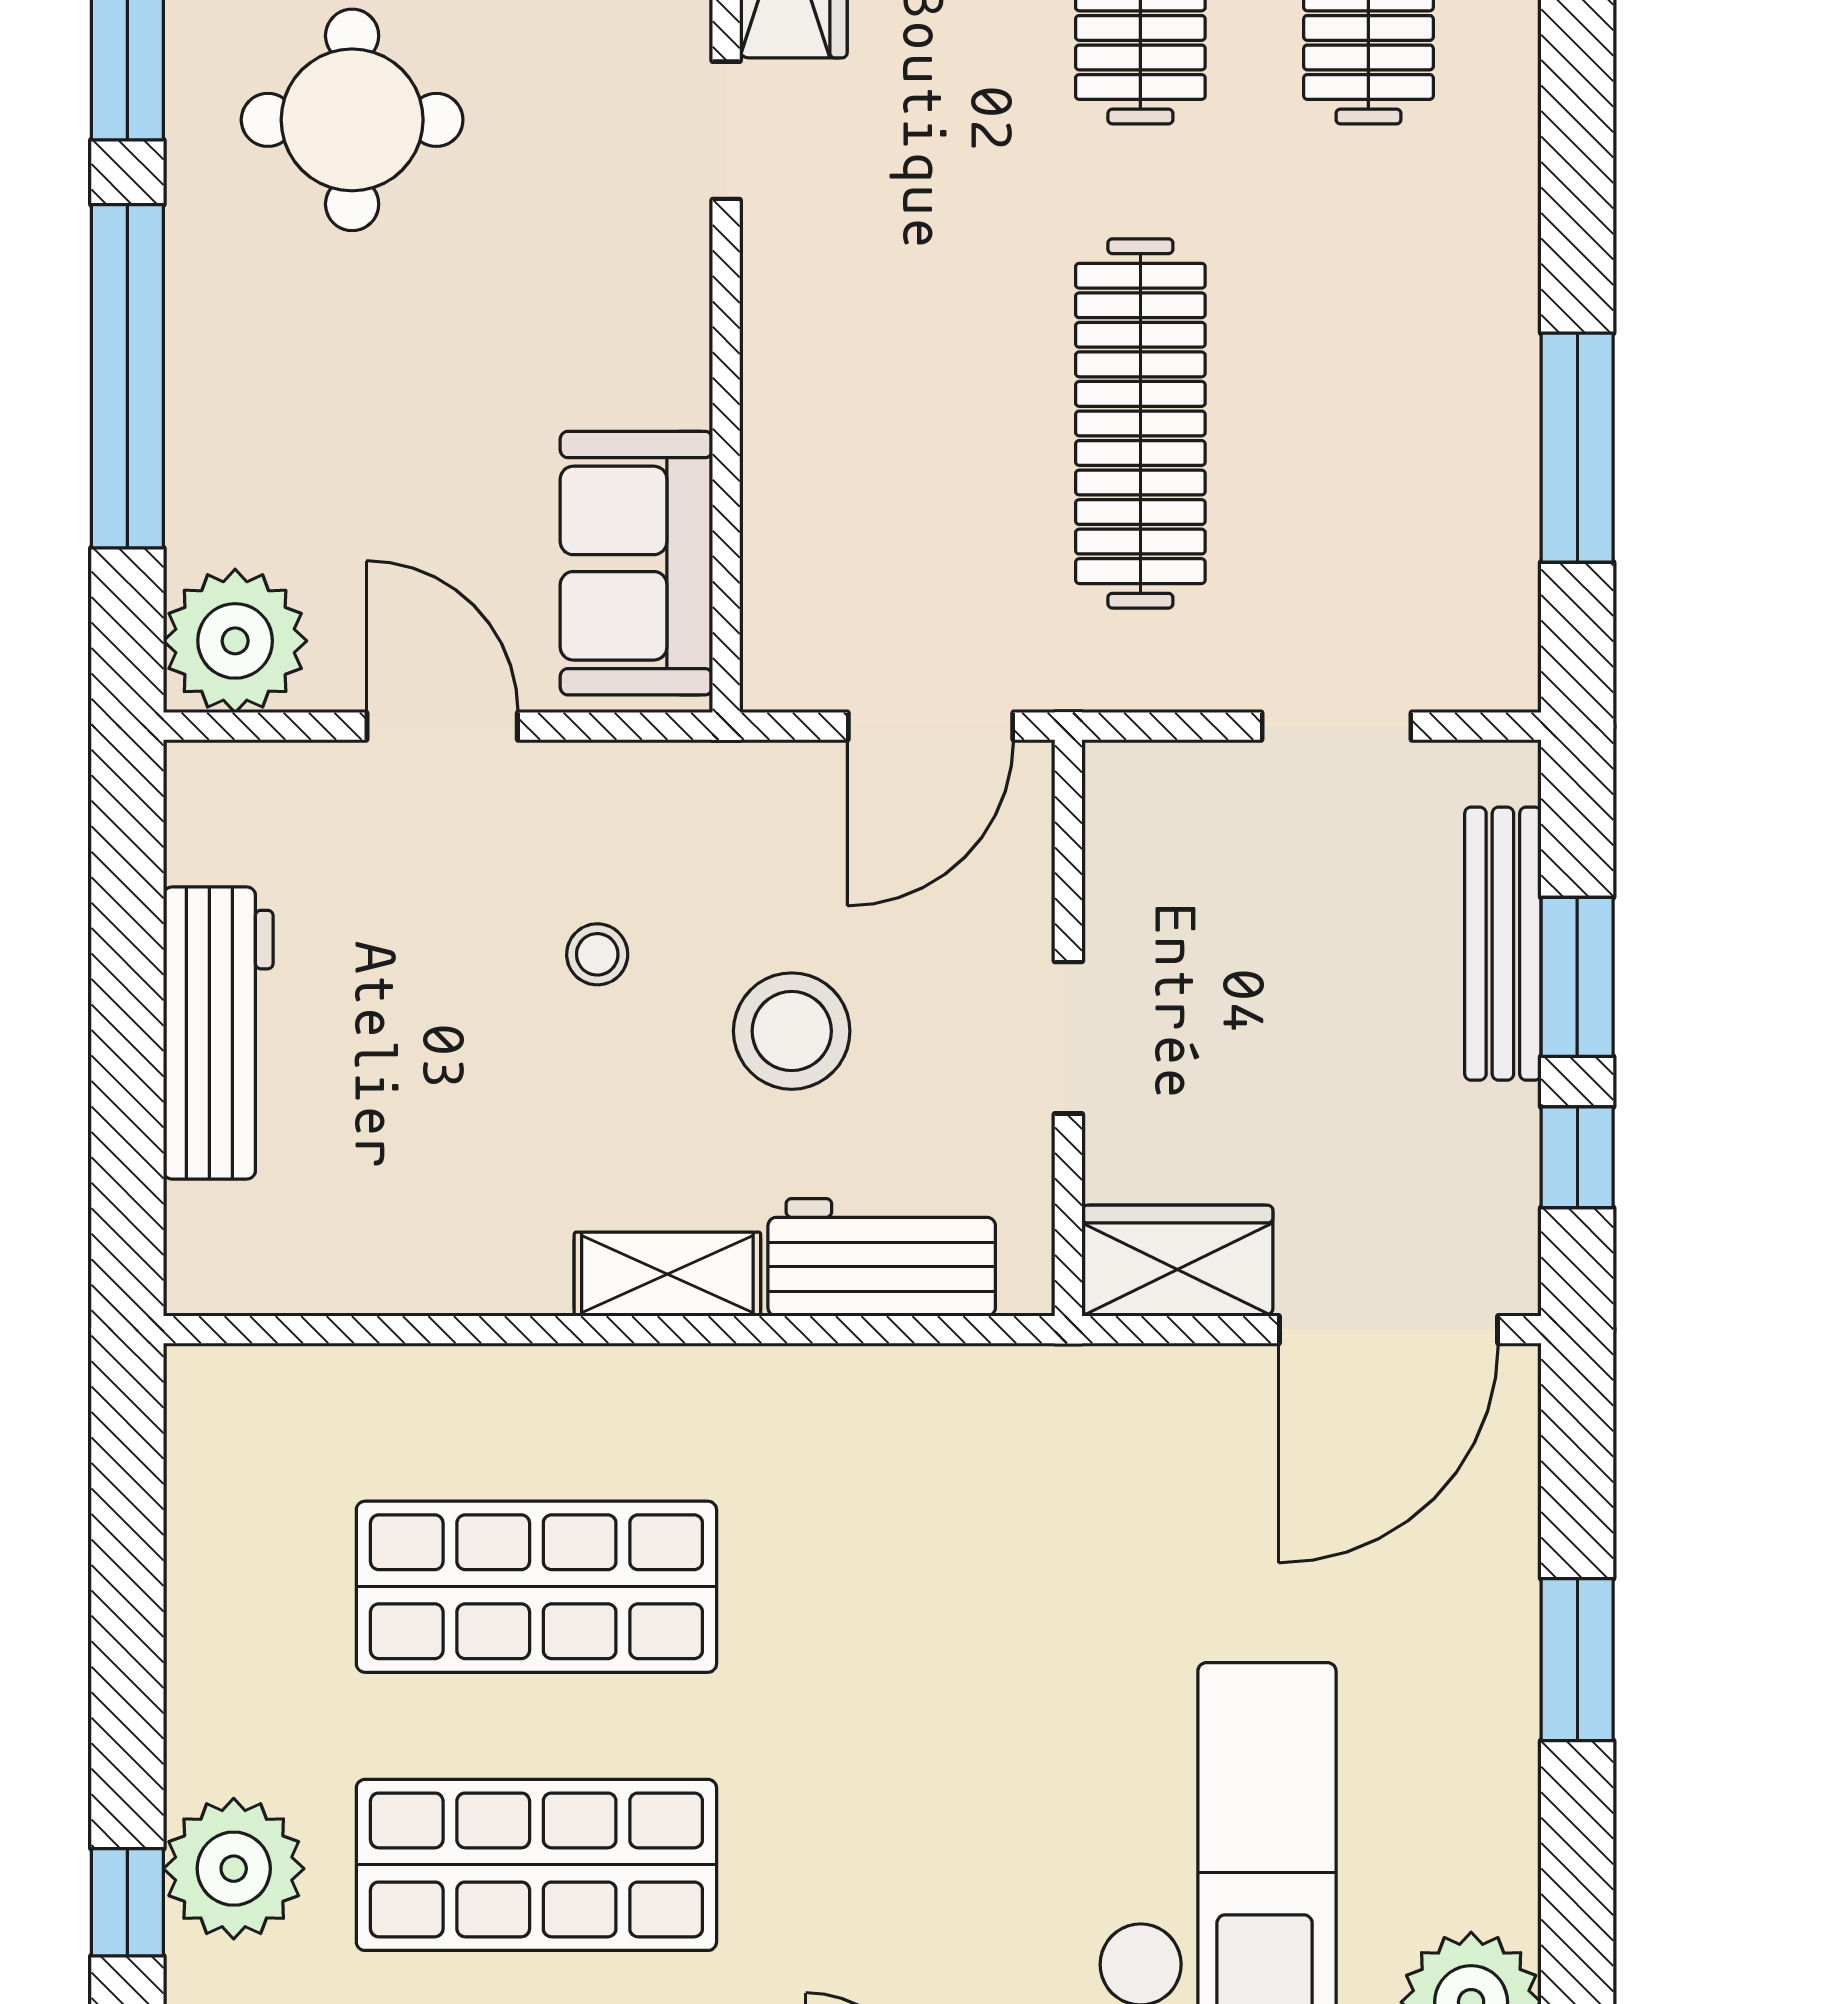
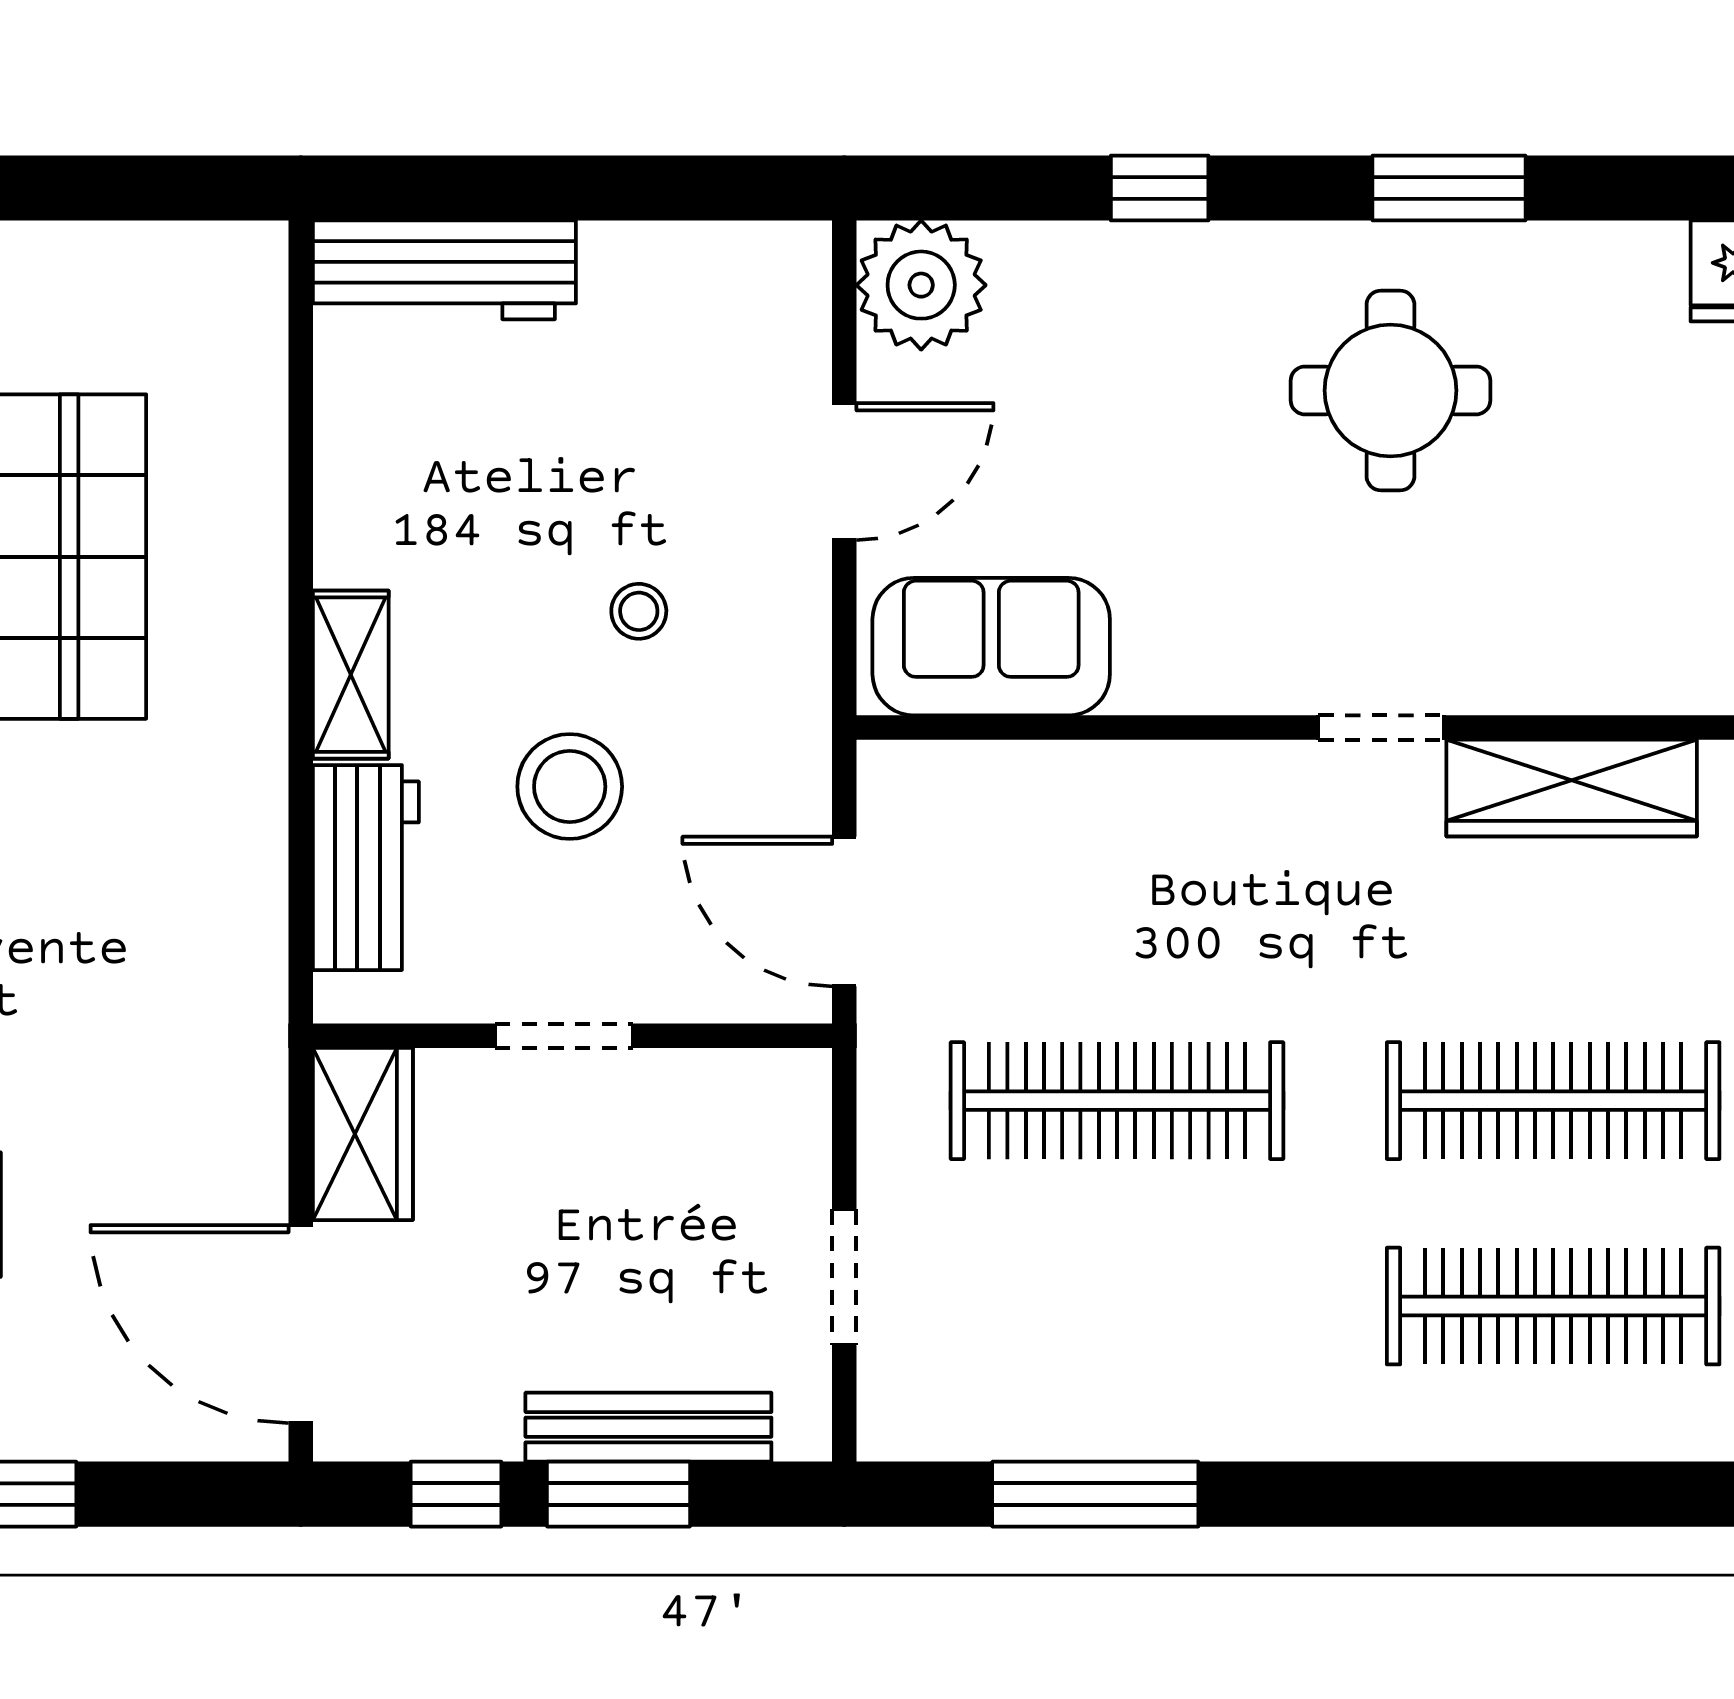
window: (127, 376) -> (1160, 188), width x0.32
workbench: (218, 1033) -> (444, 270), moved

